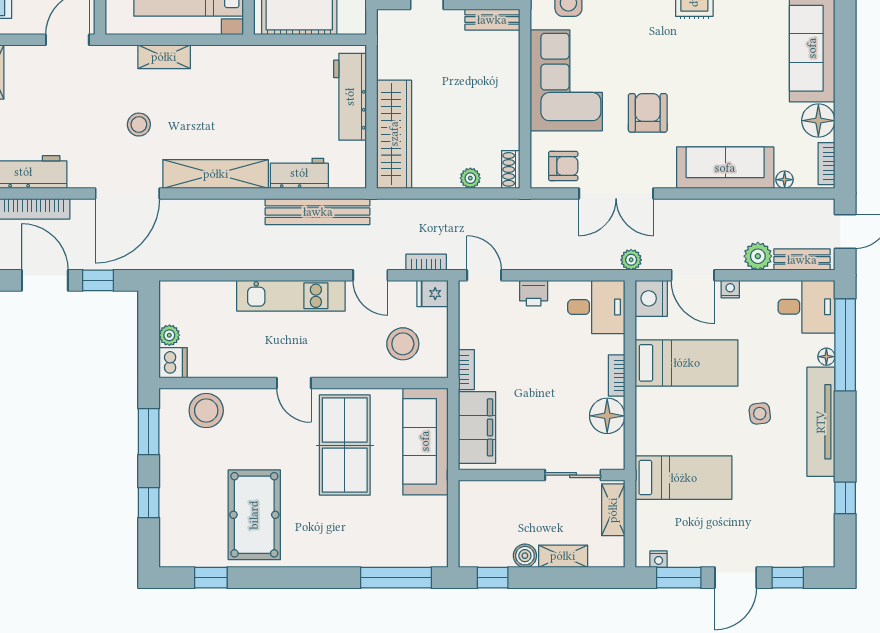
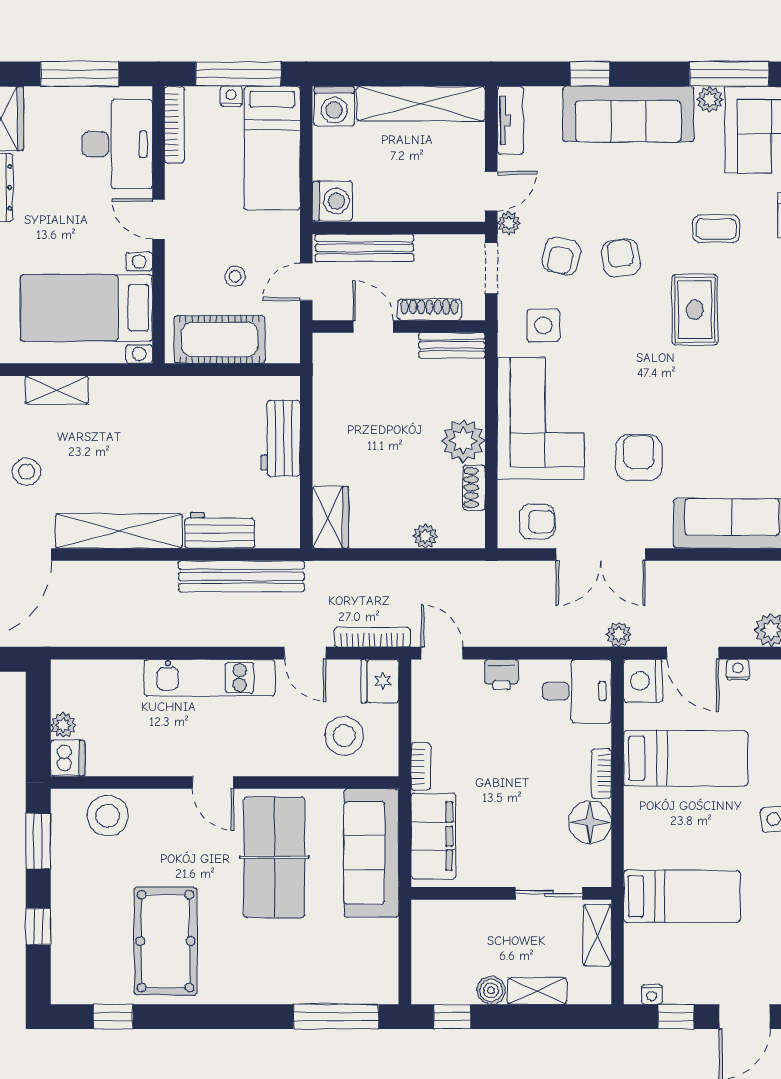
workbench: (350, 97) -> (281, 438), width x0.73
plant: (502, 99) -> (463, 441), added
wardrobe: (394, 134) -> (330, 517), width x0.48, depth x0.85
shoe rack: (511, 169) -> (474, 488), moved
bookcase: (426, 262) -> (372, 637), width x1.56
fridge: (433, 294) -> (380, 681), width x1.38
window: (679, 578) -> (676, 1017), width x0.67

